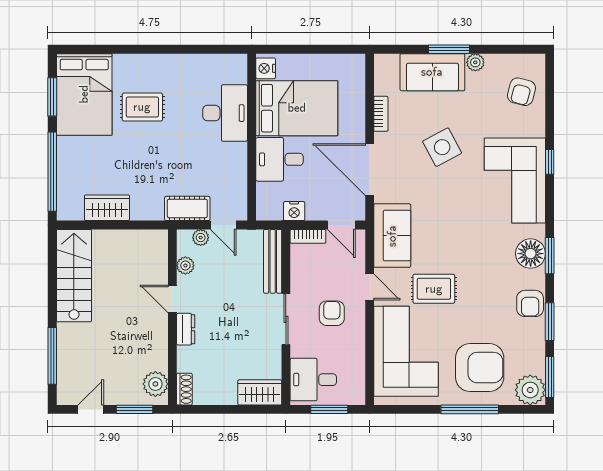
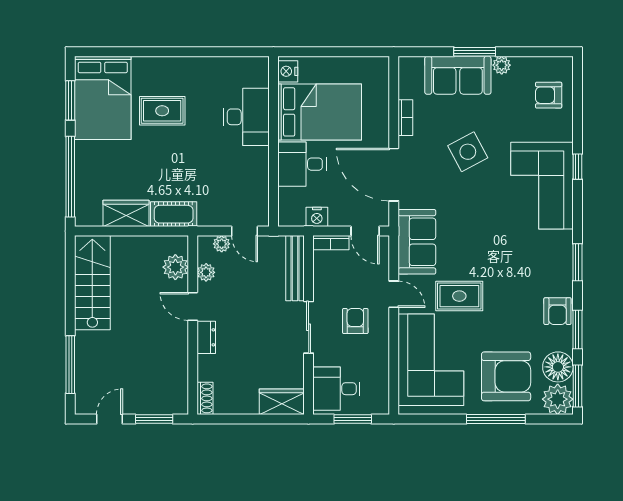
armchair: (521, 92) -> (549, 95), turned 75
cot: (187, 208) -> (174, 214), moved
floor lamp: (531, 254) -> (558, 367), moved
plant: (155, 384) -> (175, 267), moved

